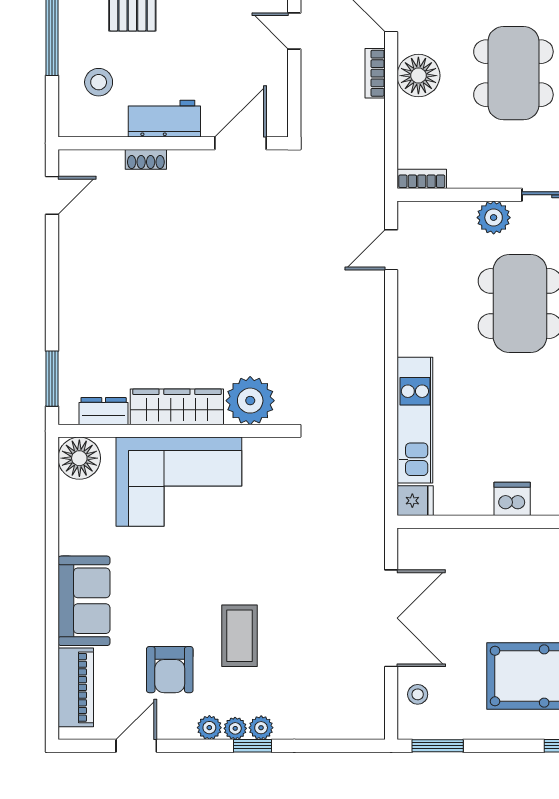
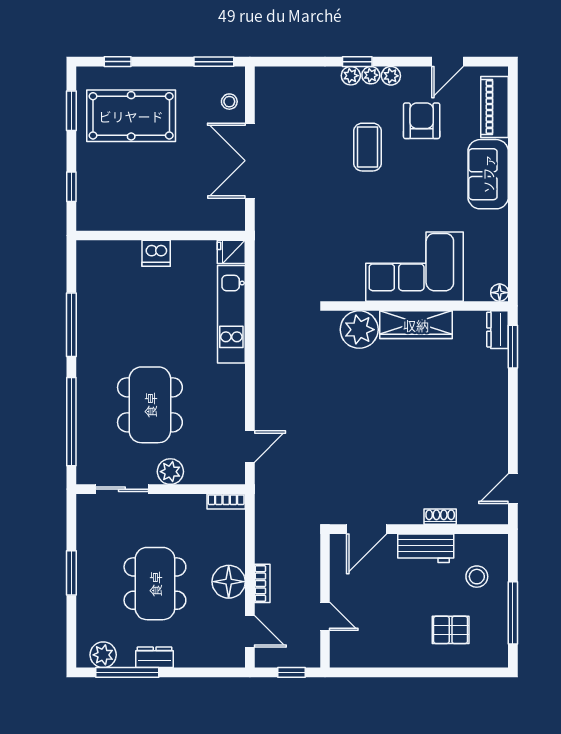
dresser: (104, 411) -> (498, 330), moved, turned 90
floor lamp: (79, 458) -> (500, 293), width x0.53, depth x0.53

